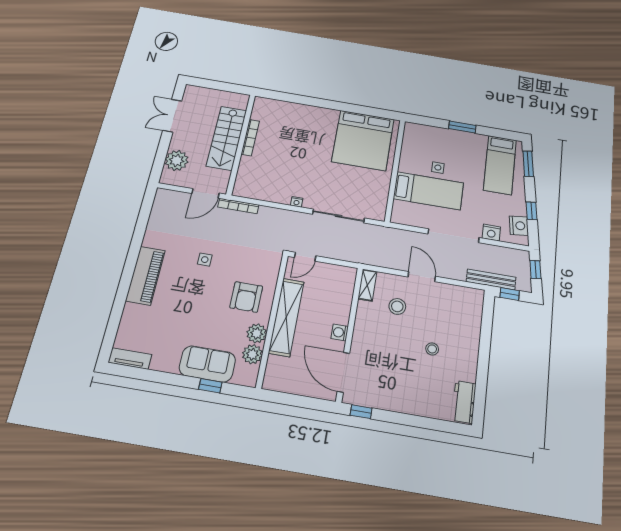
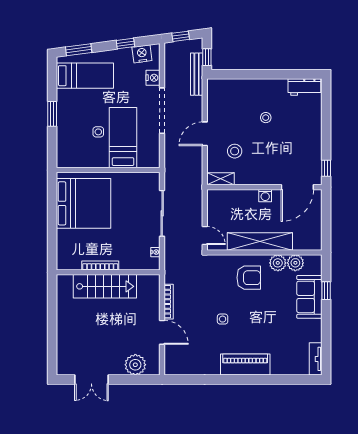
stairs: (227, 138) -> (105, 286), moved
bookcase: (250, 138) -> (100, 265), moved
wall: (241, 144) -> (108, 272), moved

